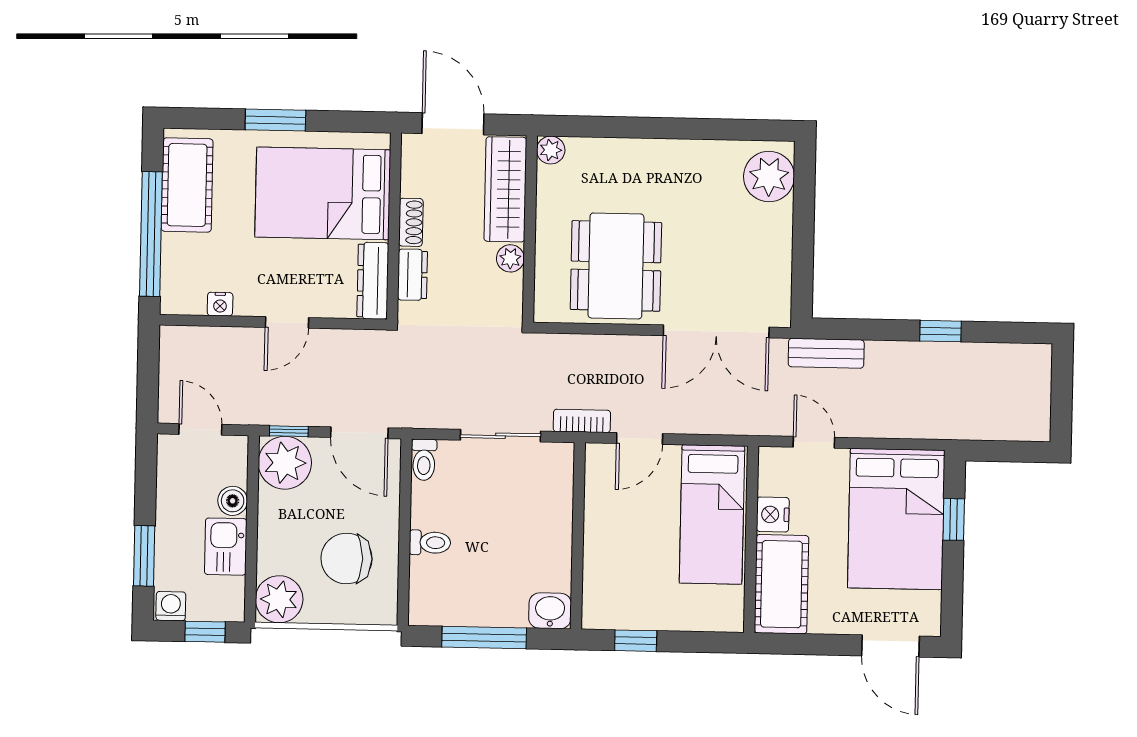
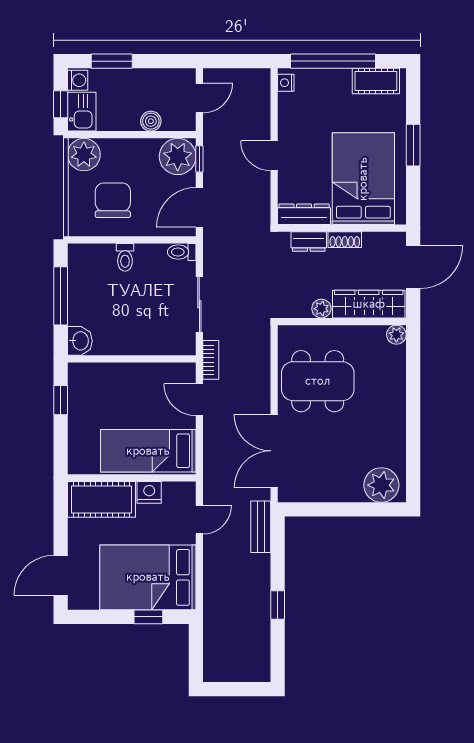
cot: (187, 185) -> (376, 81), width x0.73, depth x0.75
nightstand: (220, 304) -> (286, 83), moved
kitchen sink: (226, 547) -> (82, 112), moved, turned 90

